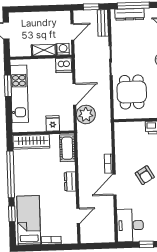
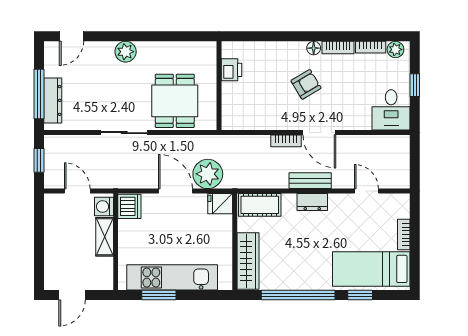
bench: (103, 23) -> (310, 181), moved
dining table: (132, 92) -> (175, 101), turned 90
fridge: (53, 123) -> (220, 204), moved
desk: (130, 225) -> (391, 110), width x0.73

